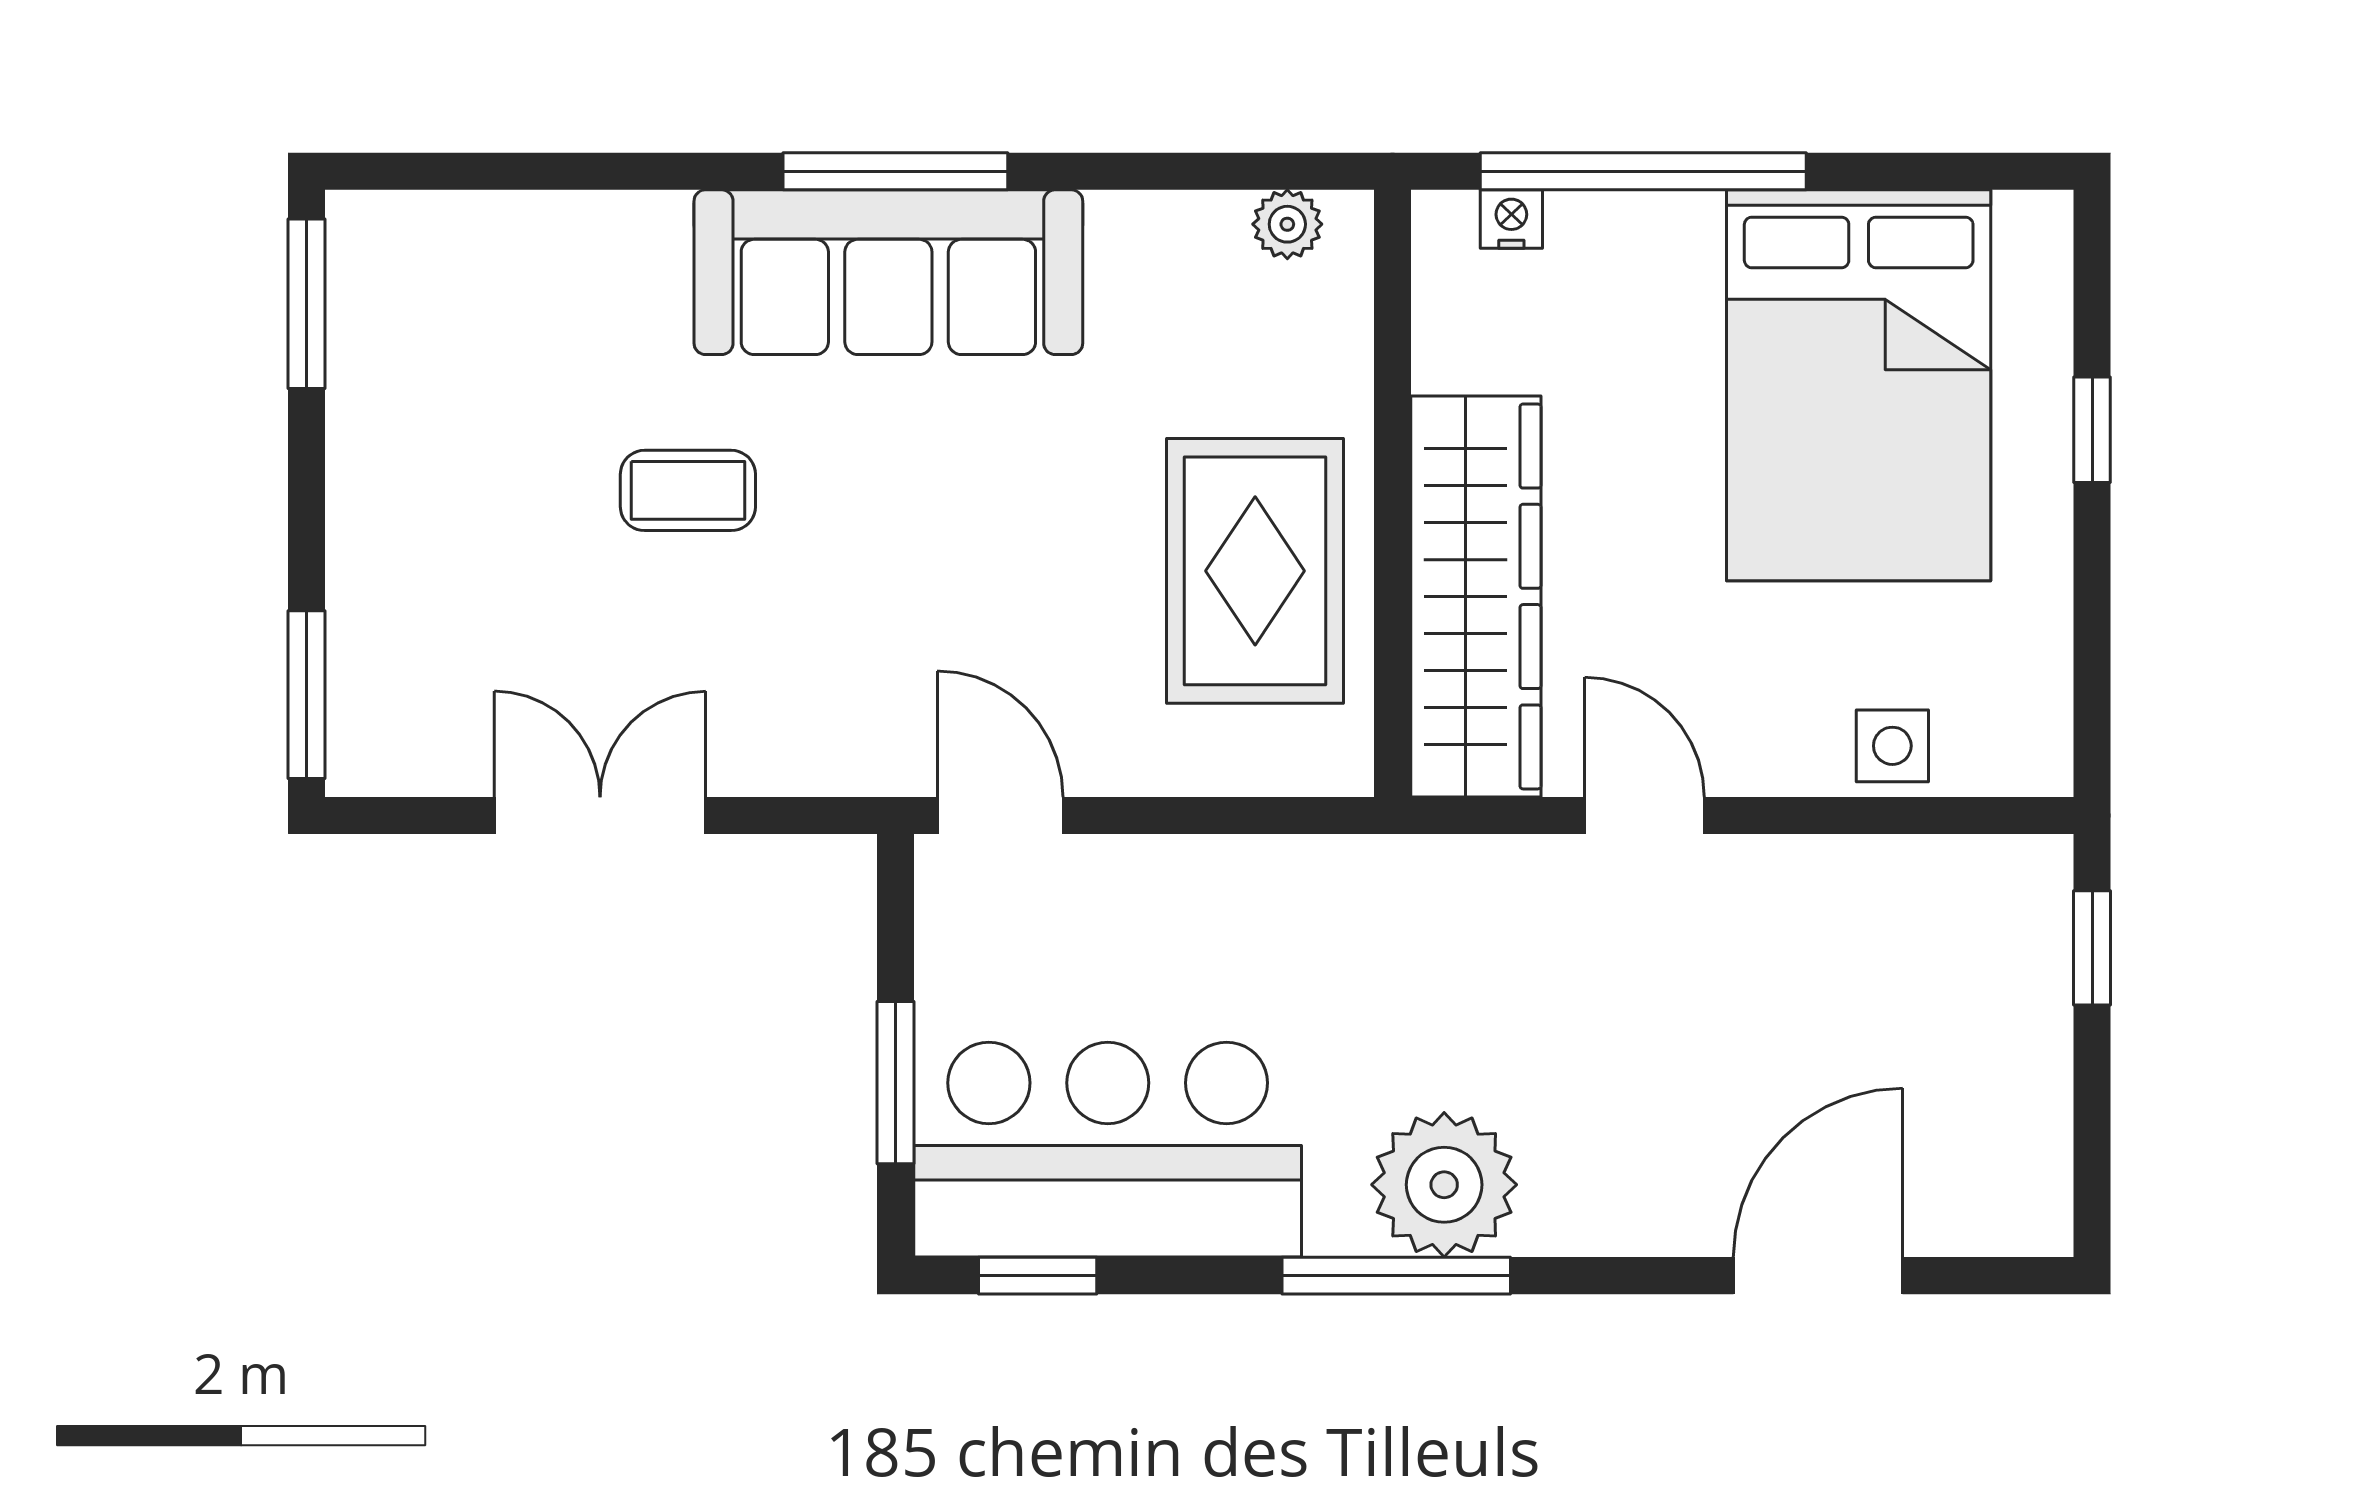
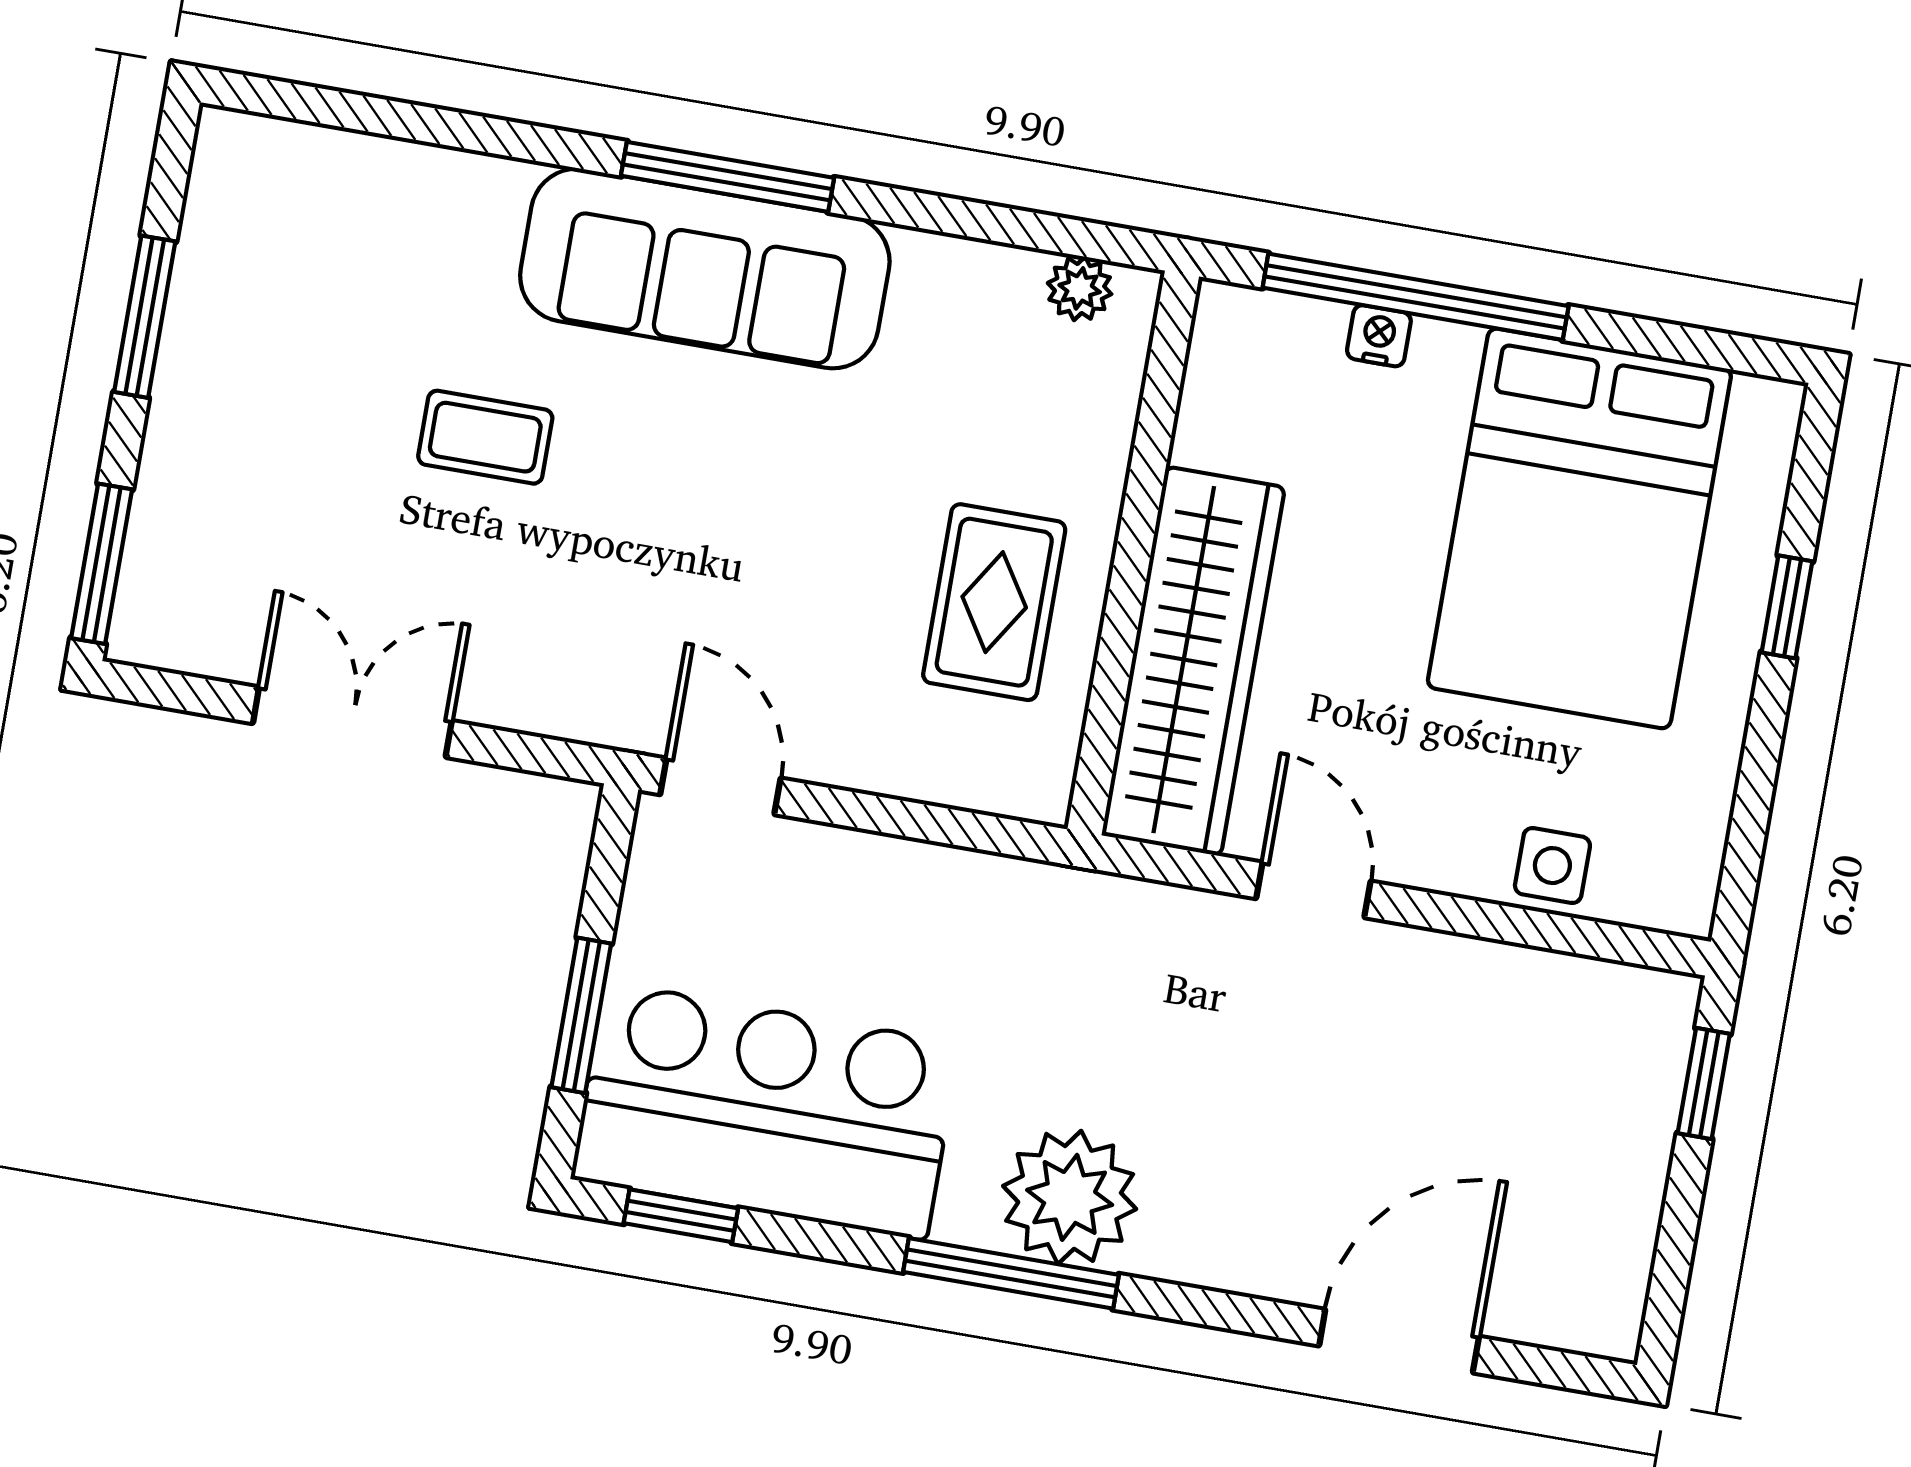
nightstand: (1511, 219) -> (1379, 336), moved
window: (307, 304) -> (145, 317), moved
rug: (1255, 571) -> (994, 602), width x0.73, depth x0.70

